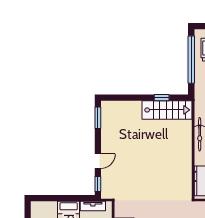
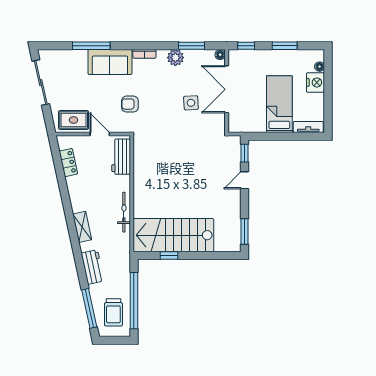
stairs: (167, 110) -> (173, 235), width x1.36, depth x1.51
tv unit: (93, 206) -> (308, 127), moved

